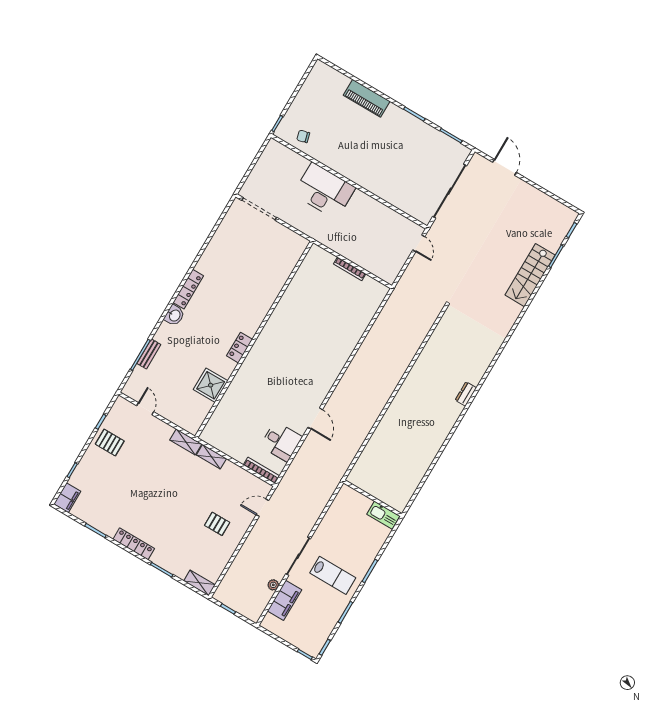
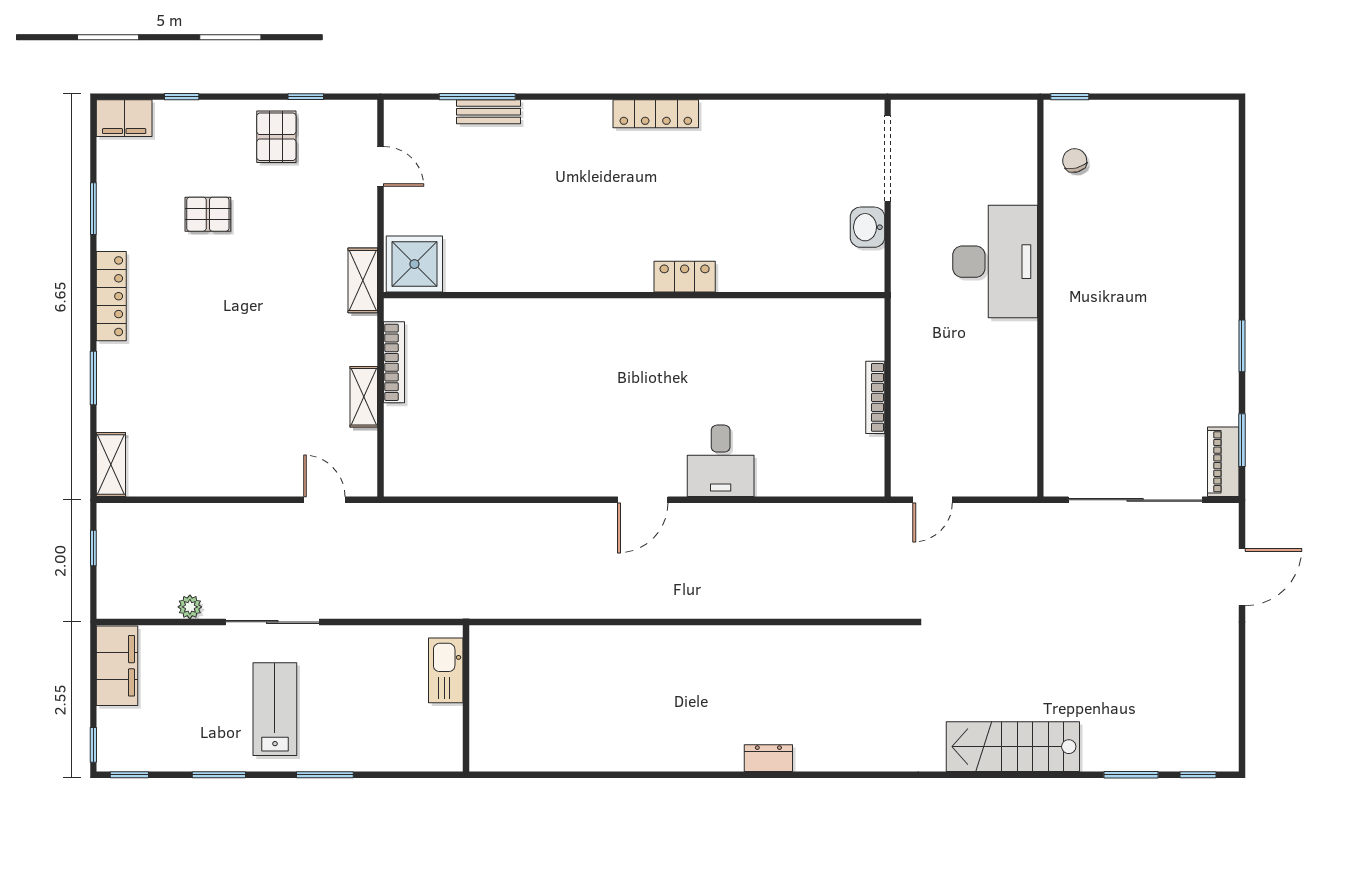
piano: (367, 98) -> (1223, 462), moved, width x0.73, depth x0.75
door: (419, 243) -> (933, 500), moved
stairs: (530, 275) -> (1013, 747), moved
washbasin: (174, 315) -> (867, 227), moved, turned 90
locker: (240, 348) -> (685, 277), moved
shower: (211, 385) -> (414, 264), moved
door: (145, 409) -> (381, 166), hinge flipped
door: (315, 418) -> (643, 500), moved
desk: (281, 441) -> (721, 461), moved
shelving: (211, 457) -> (364, 397), moved
bookcase: (261, 470) -> (394, 362), moved
kitchen sink: (383, 515) -> (446, 670), moved
pallet: (217, 524) -> (208, 214), moved, turned 90
lab bench: (333, 575) -> (275, 709), turned 180
filing cabinet: (285, 600) -> (117, 666), moved, turned -90

